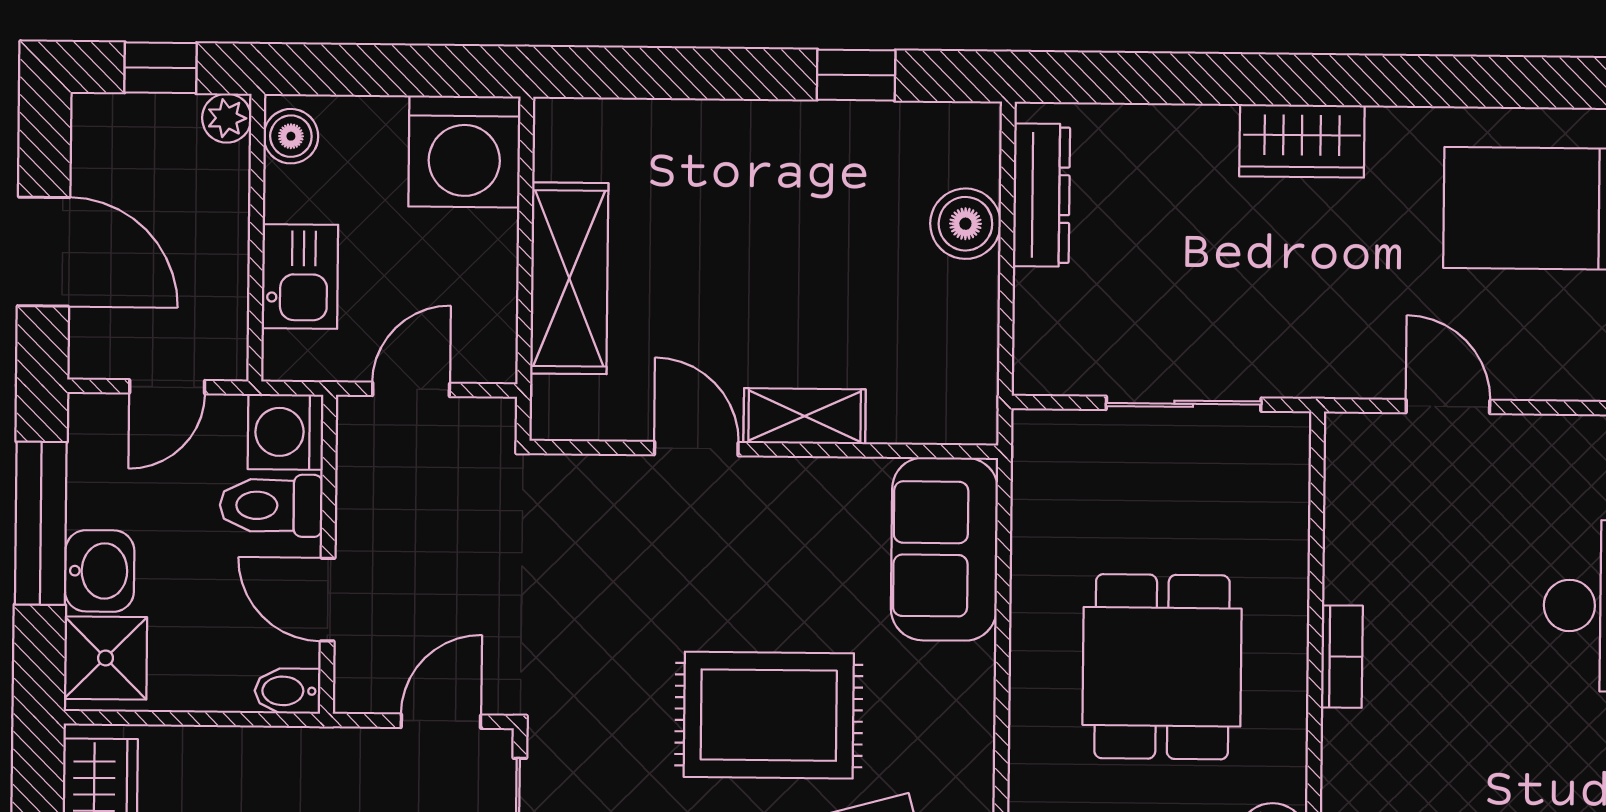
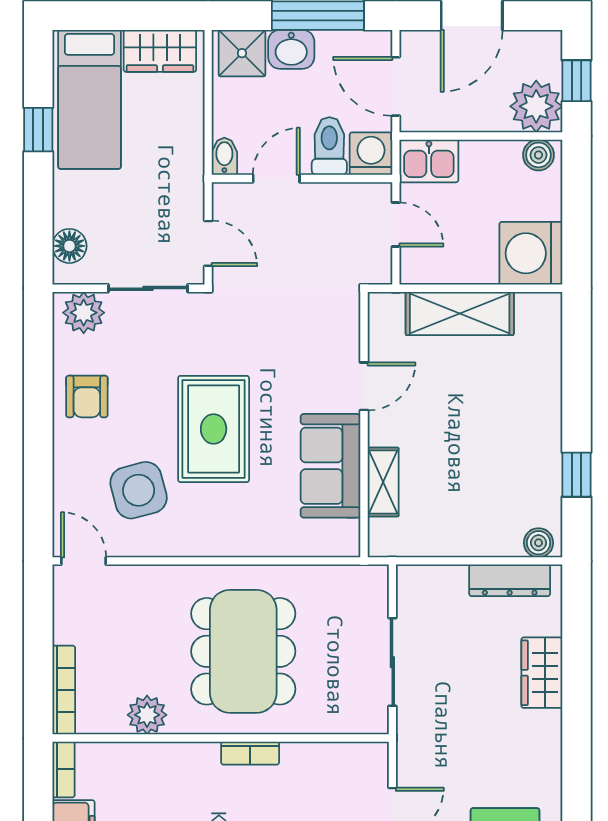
plant: (227, 118) -> (536, 106), width x1.88, depth x1.88
wardrobe: (1302, 141) -> (542, 673), moved
boiler: (965, 224) -> (539, 543), moved, width x0.73, depth x0.73
kitchen sink: (300, 276) -> (429, 161), moved
door: (167, 387) -> (396, 86), width x1.38
shelving: (805, 416) -> (383, 482), moved
sofa: (944, 549) -> (330, 466), moved, turned -90
dining table: (1162, 667) -> (243, 651), width x1.38

